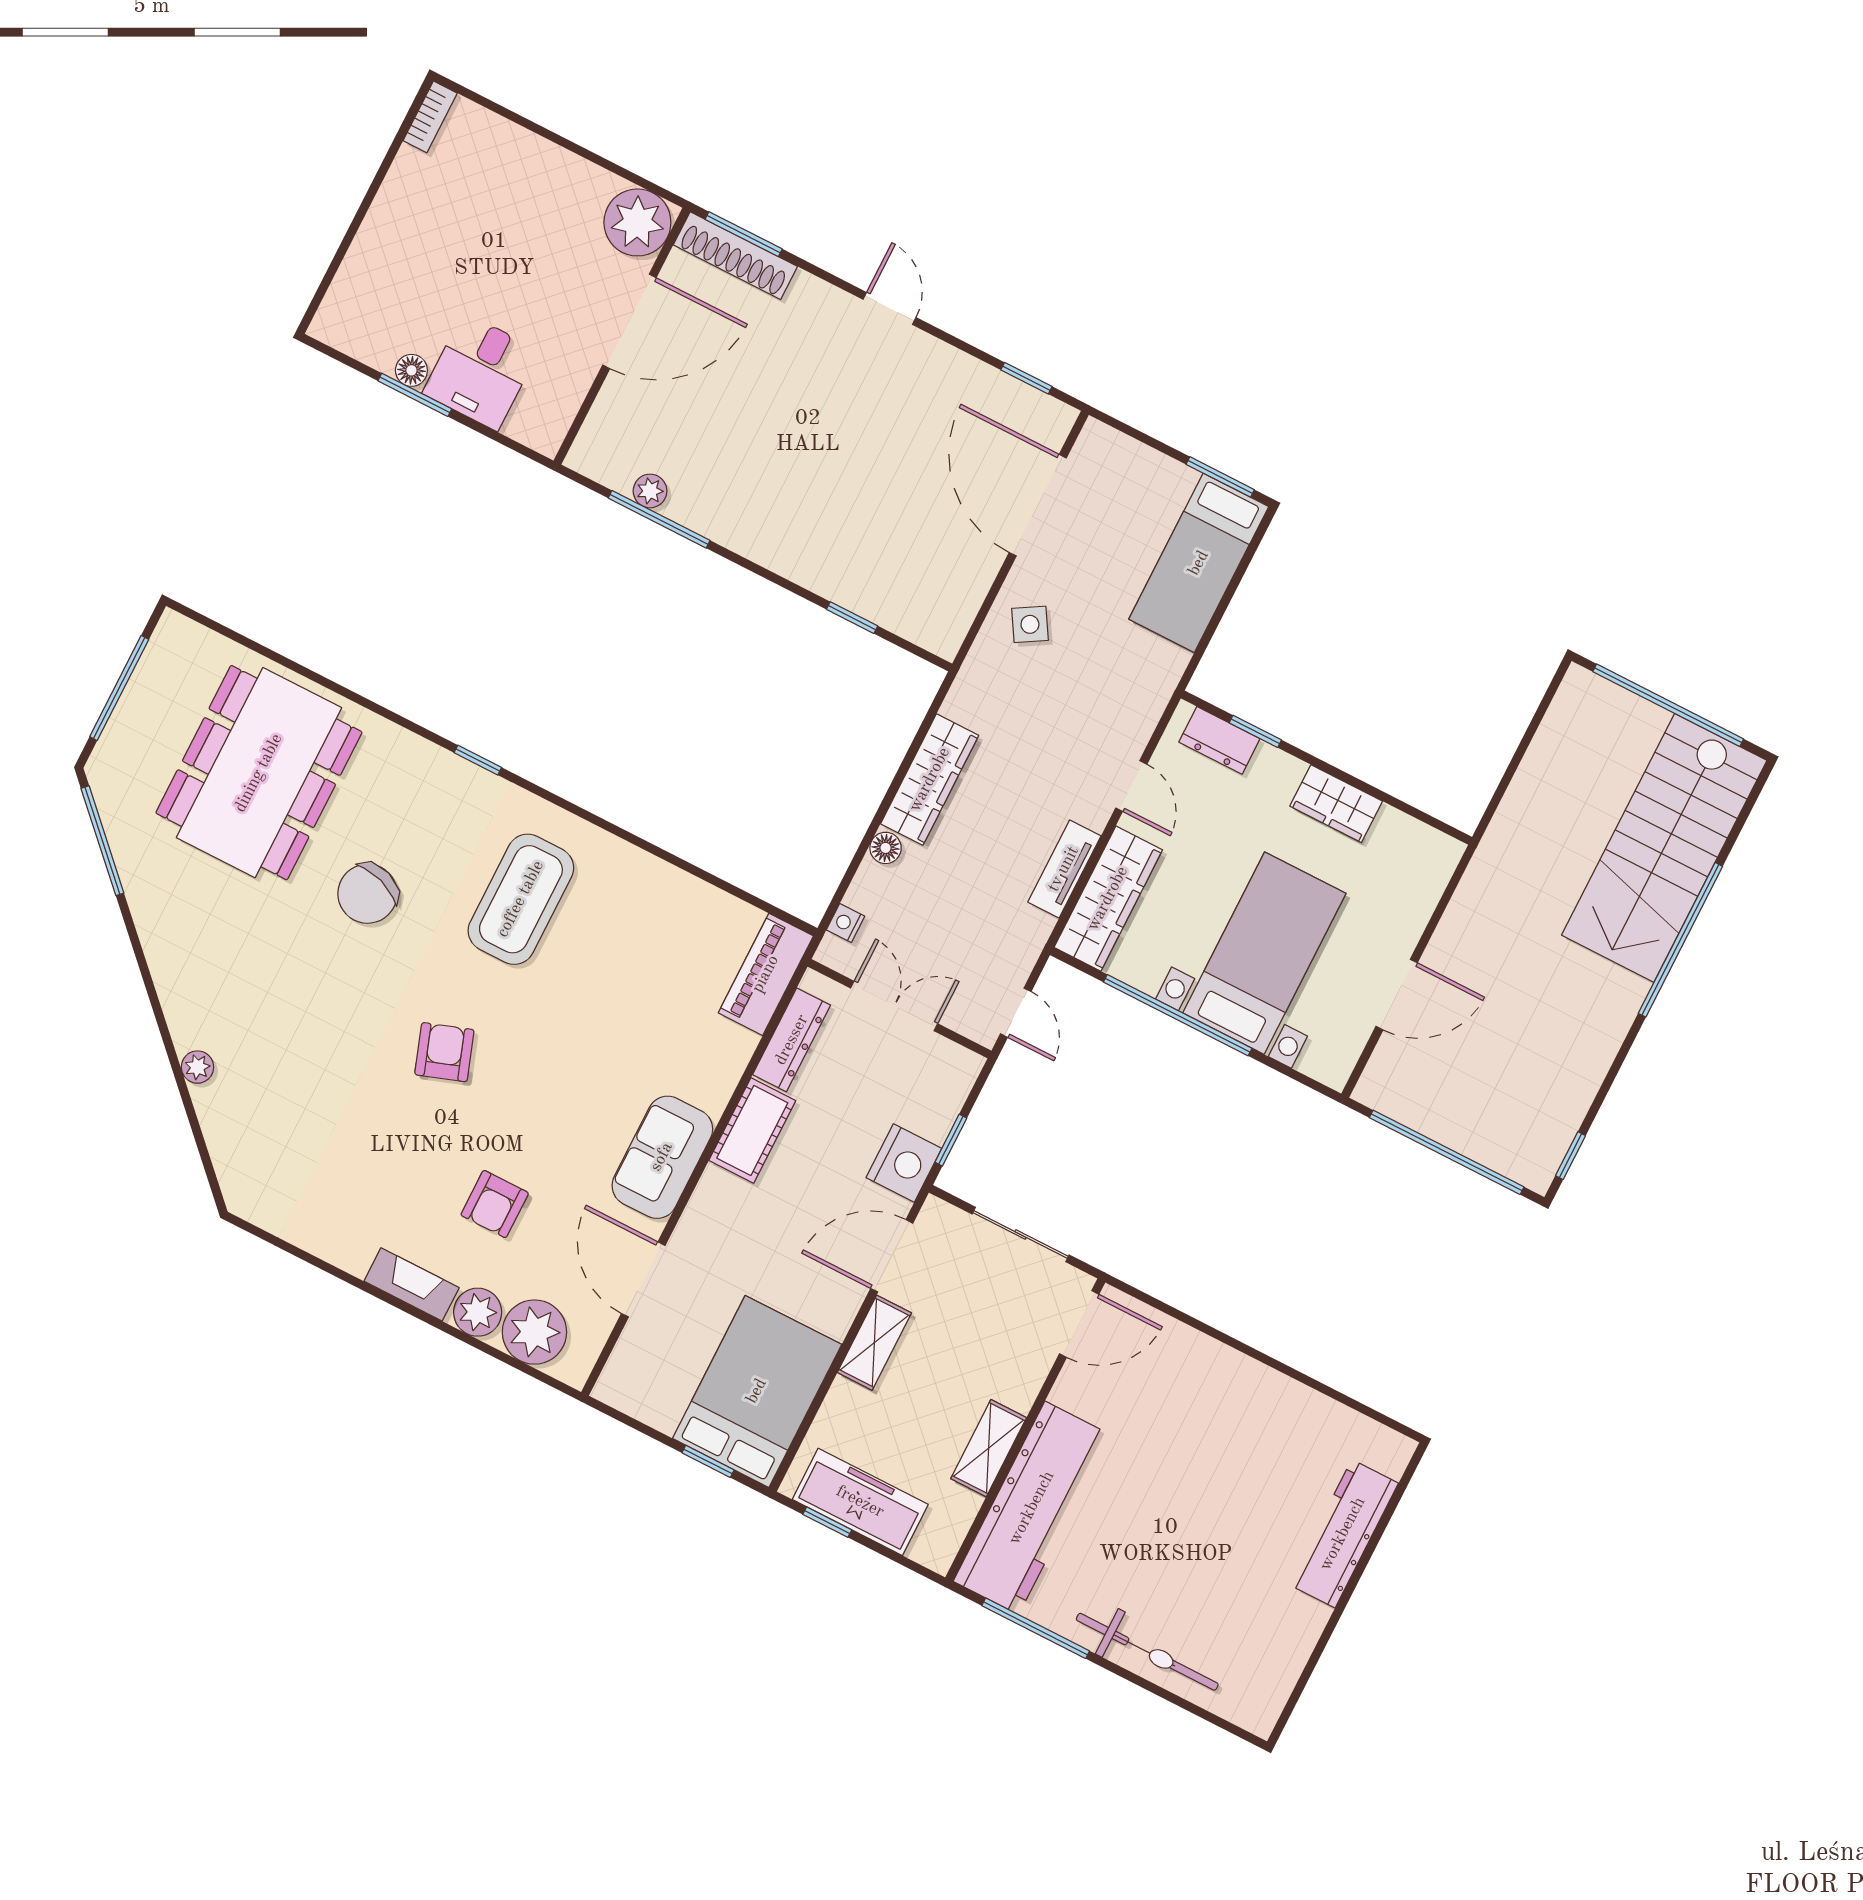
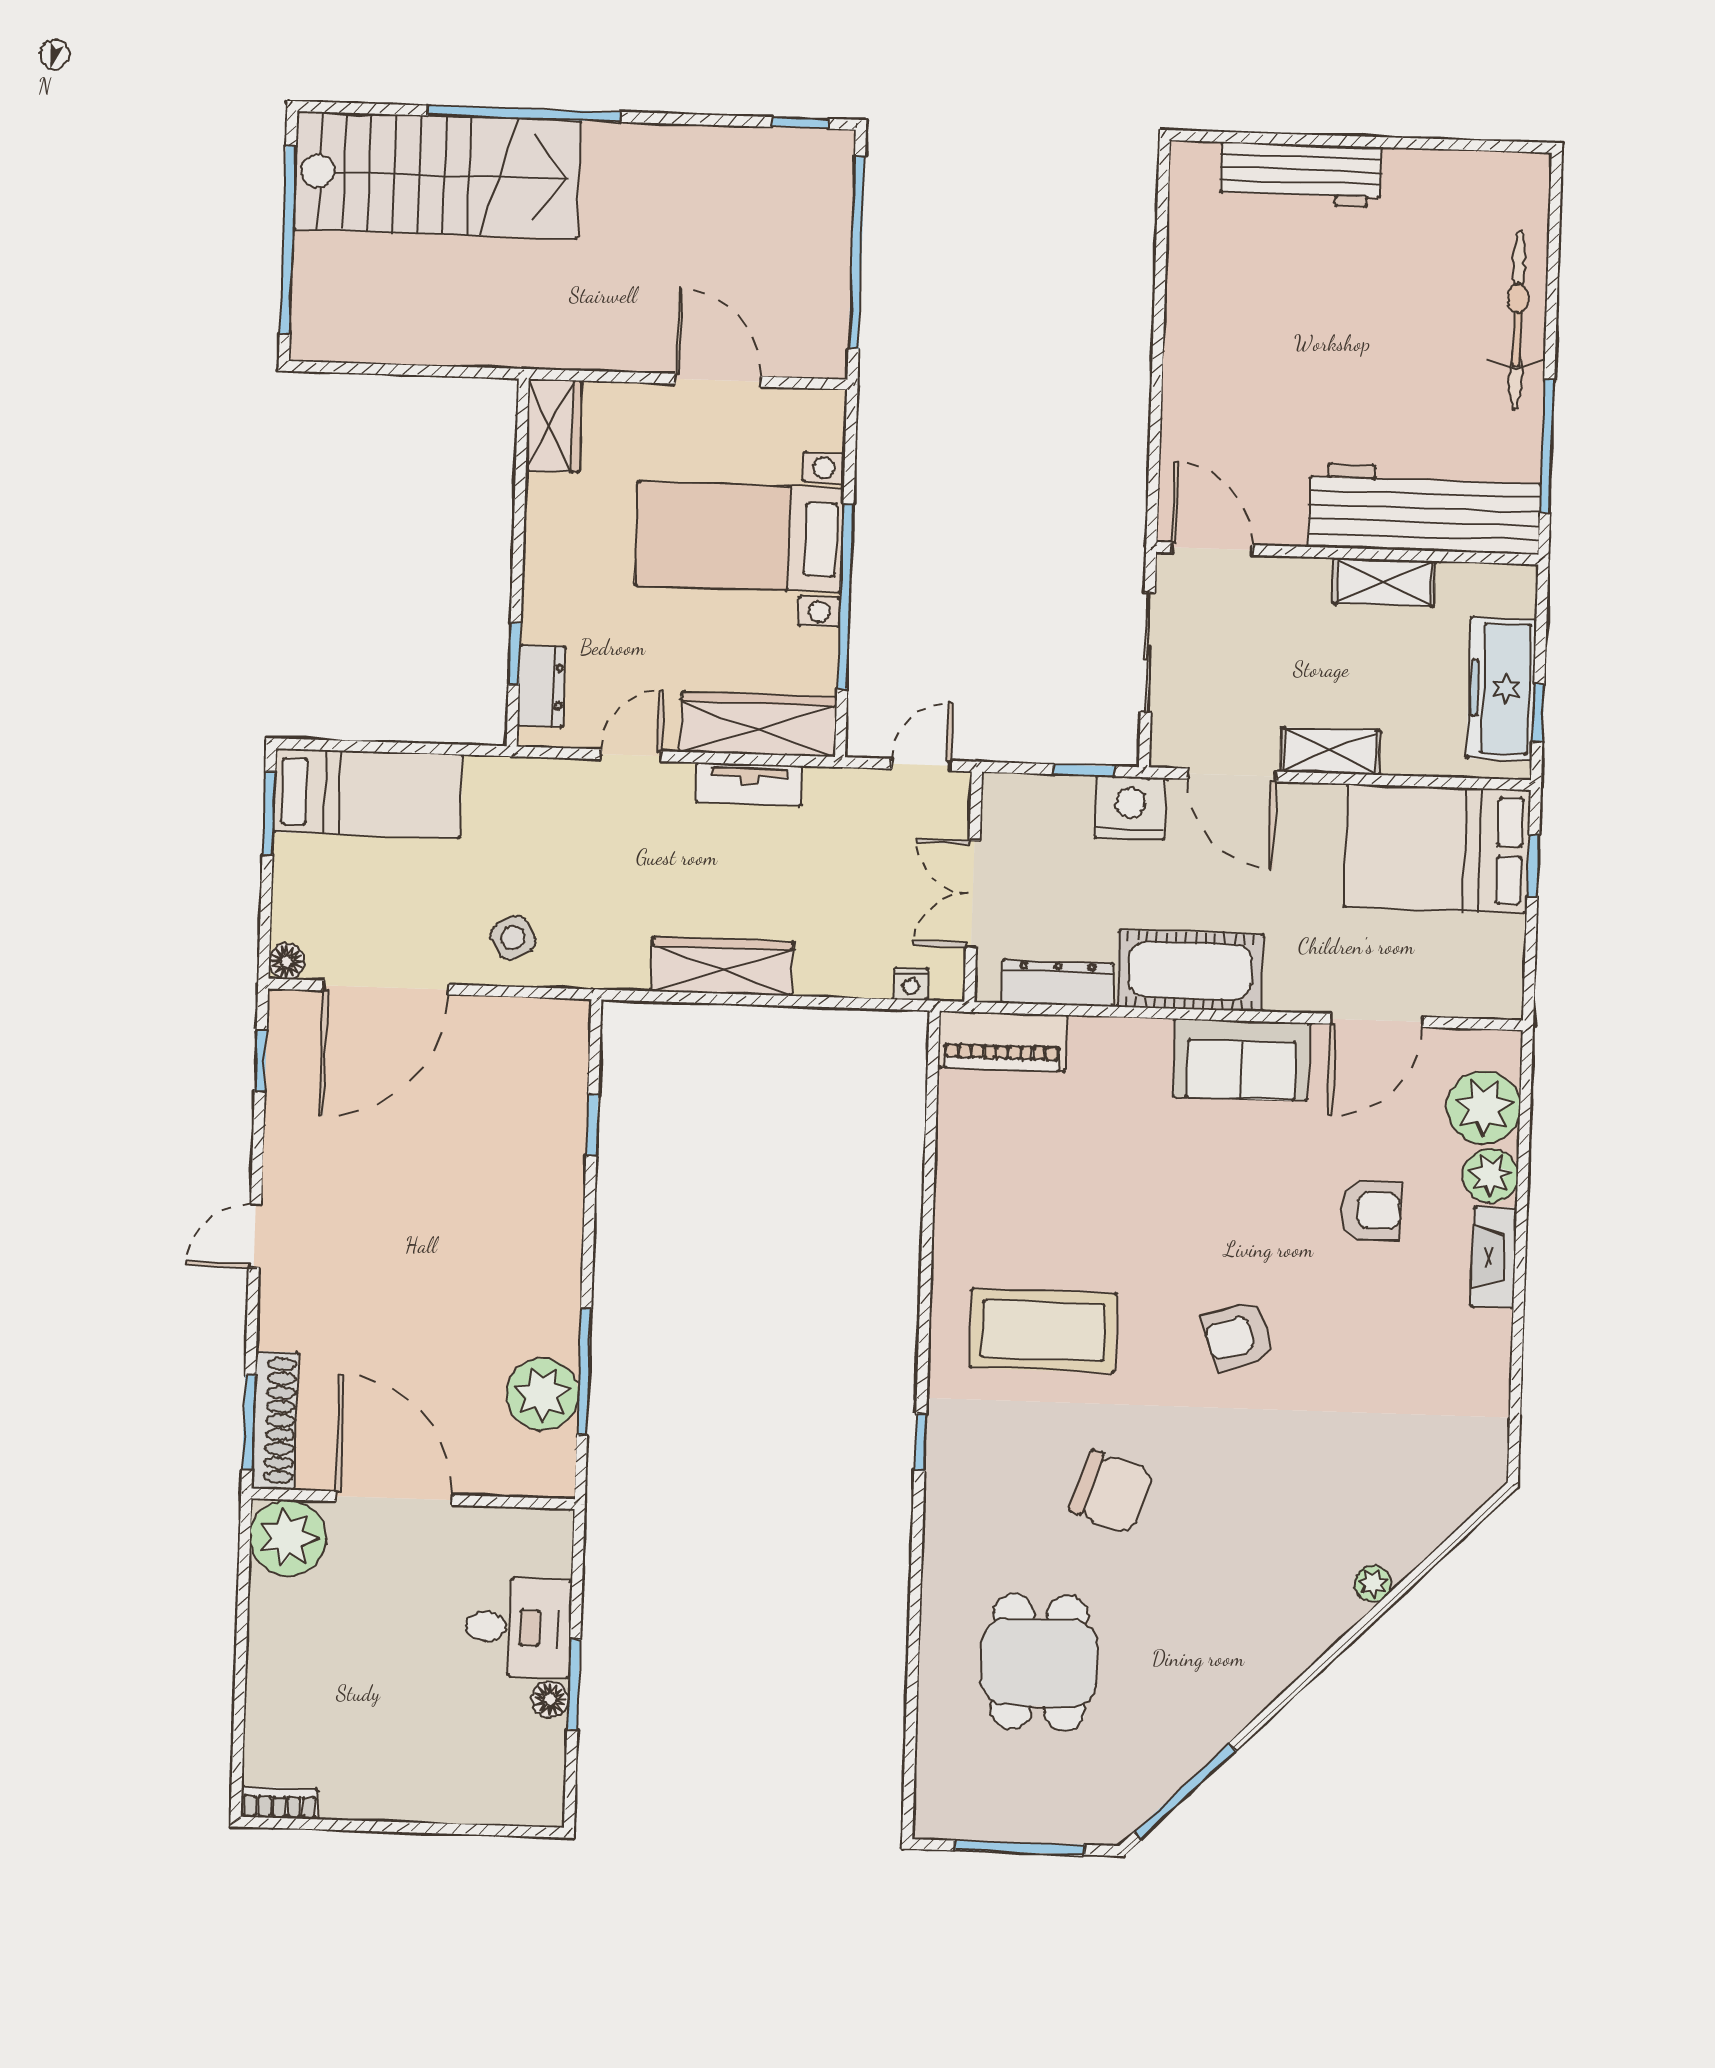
plant: (650, 491) -> (542, 1394), width x1.88, depth x1.88
dining table: (259, 773) -> (1039, 1662), width x0.53, depth x0.80
wardrobe: (1336, 804) -> (554, 426), moved
floor lamp: (886, 848) -> (287, 961), moved
cot: (752, 1131) -> (1190, 971), width x1.37, depth x1.34

